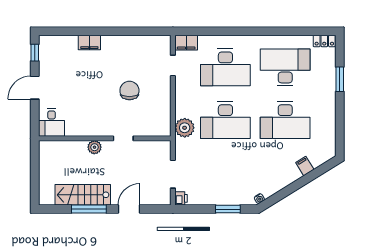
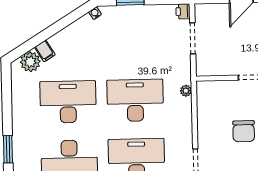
plant: (185, 128) -> (186, 91), width x0.53, depth x0.53
plant: (318, 157) -> (30, 62), added

